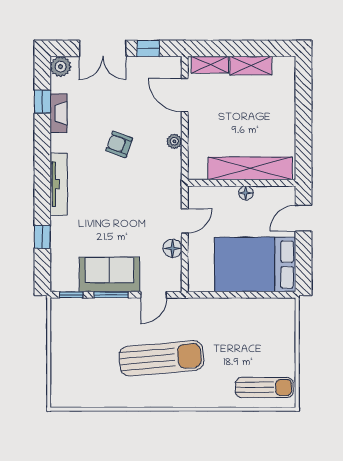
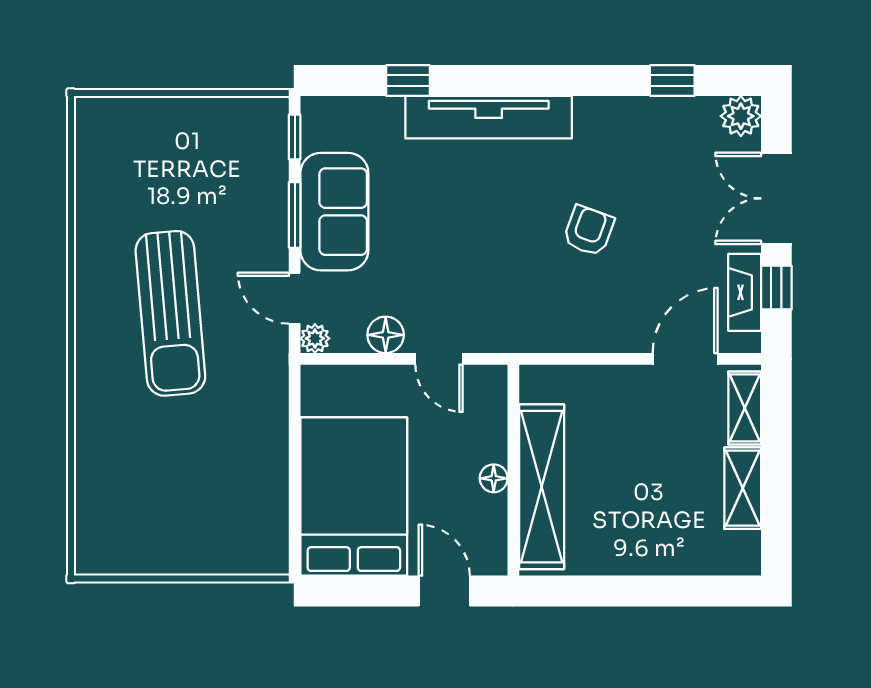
fireplace: (59, 113) -> (745, 292), moved, turned 90
plant: (174, 141) -> (315, 338), moved
tv unit: (59, 184) -> (489, 117), width x1.36, depth x1.29
sun lounger: (264, 387) -> (113, 515), removed

